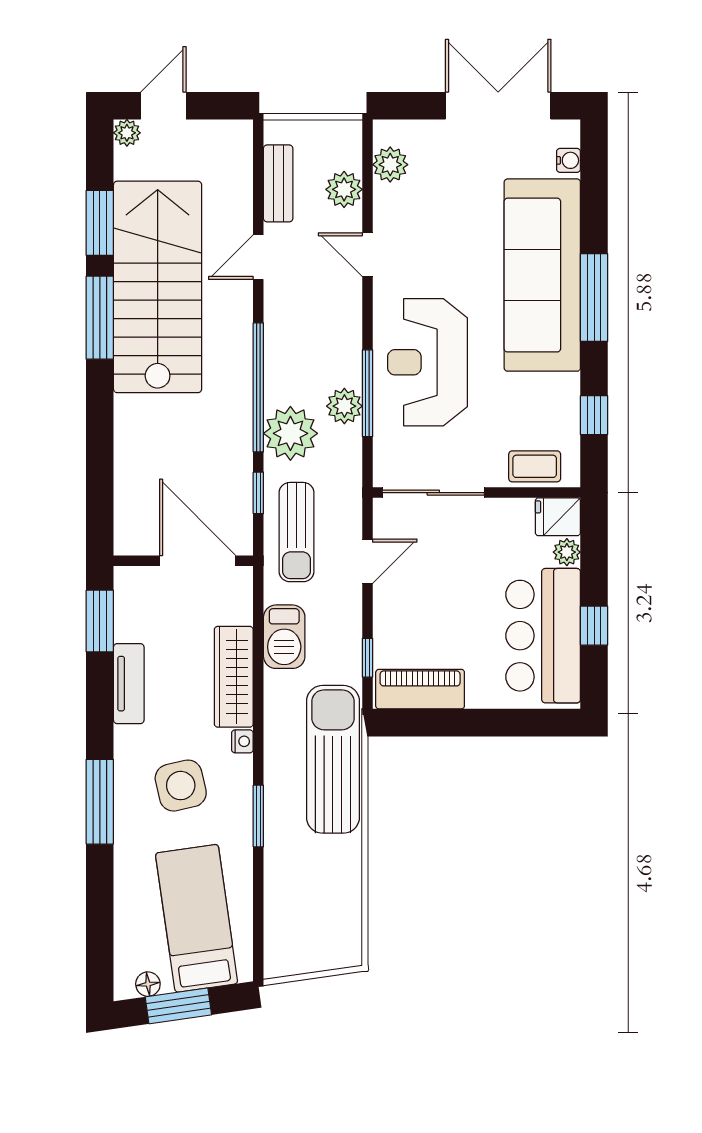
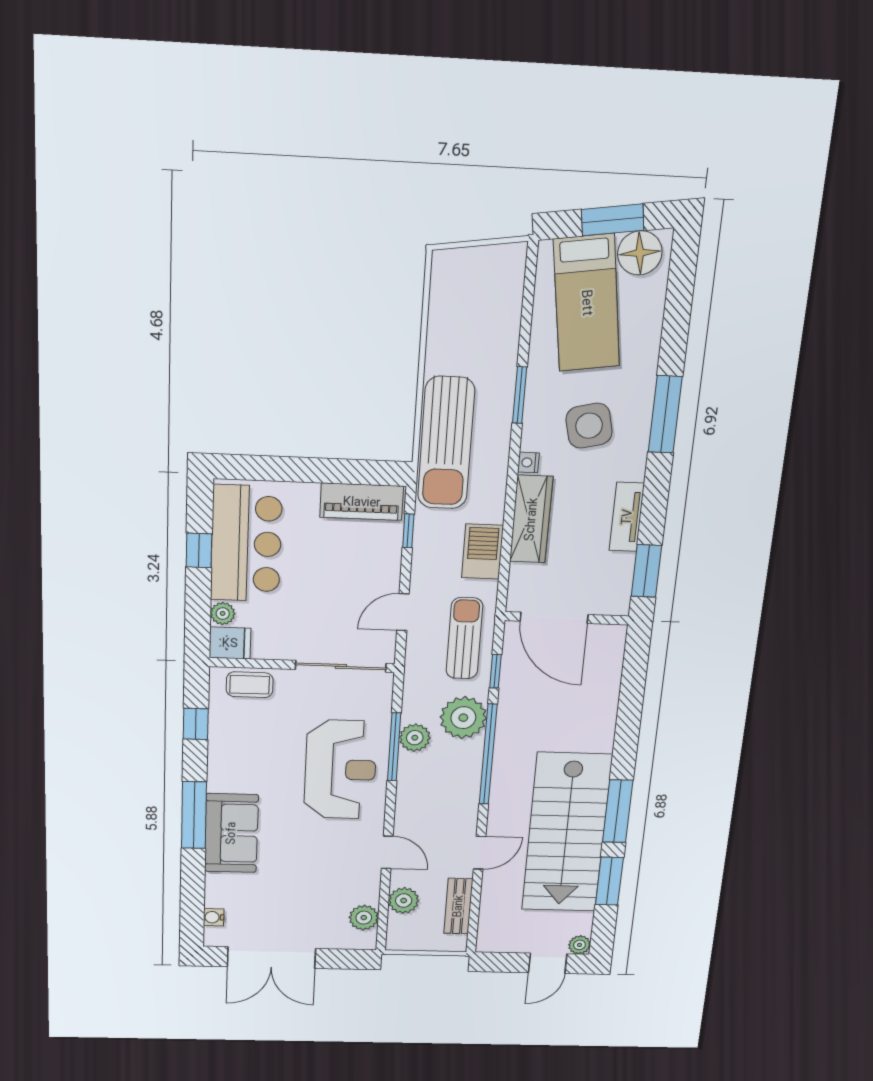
sofa: (542, 275) -> (231, 833), width x0.54, depth x0.79
floor lamp: (148, 984) -> (640, 253), width x1.89, depth x1.89

